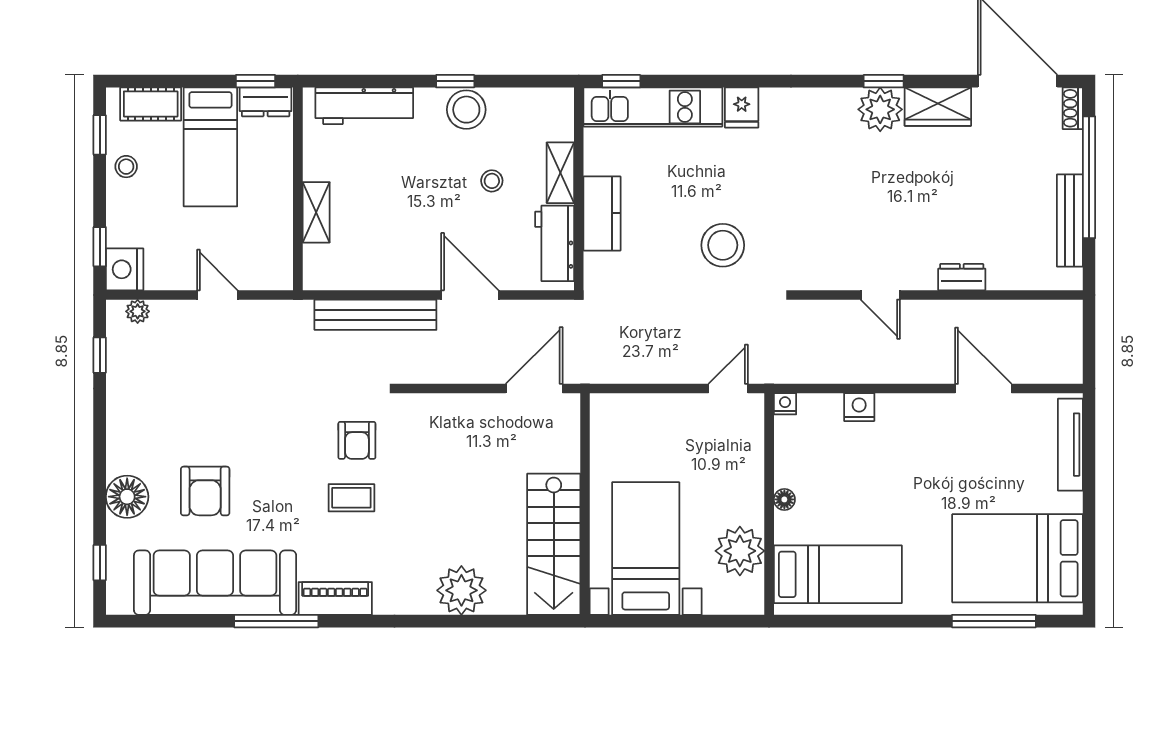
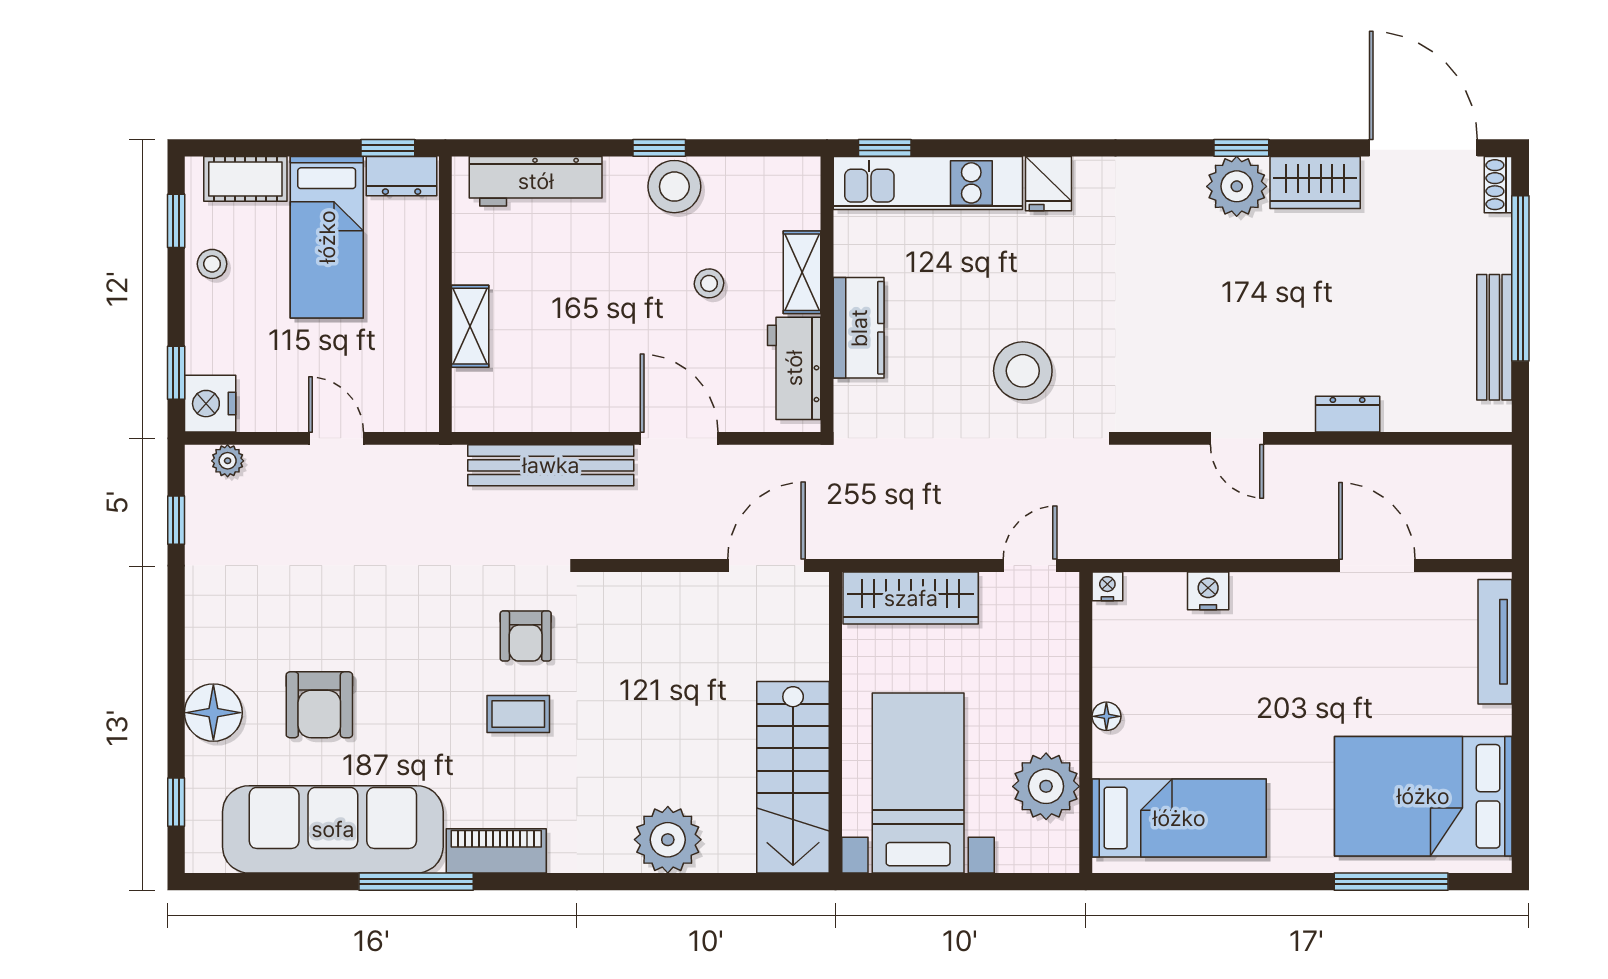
wardrobe: (640, 412) -> (911, 598), added

